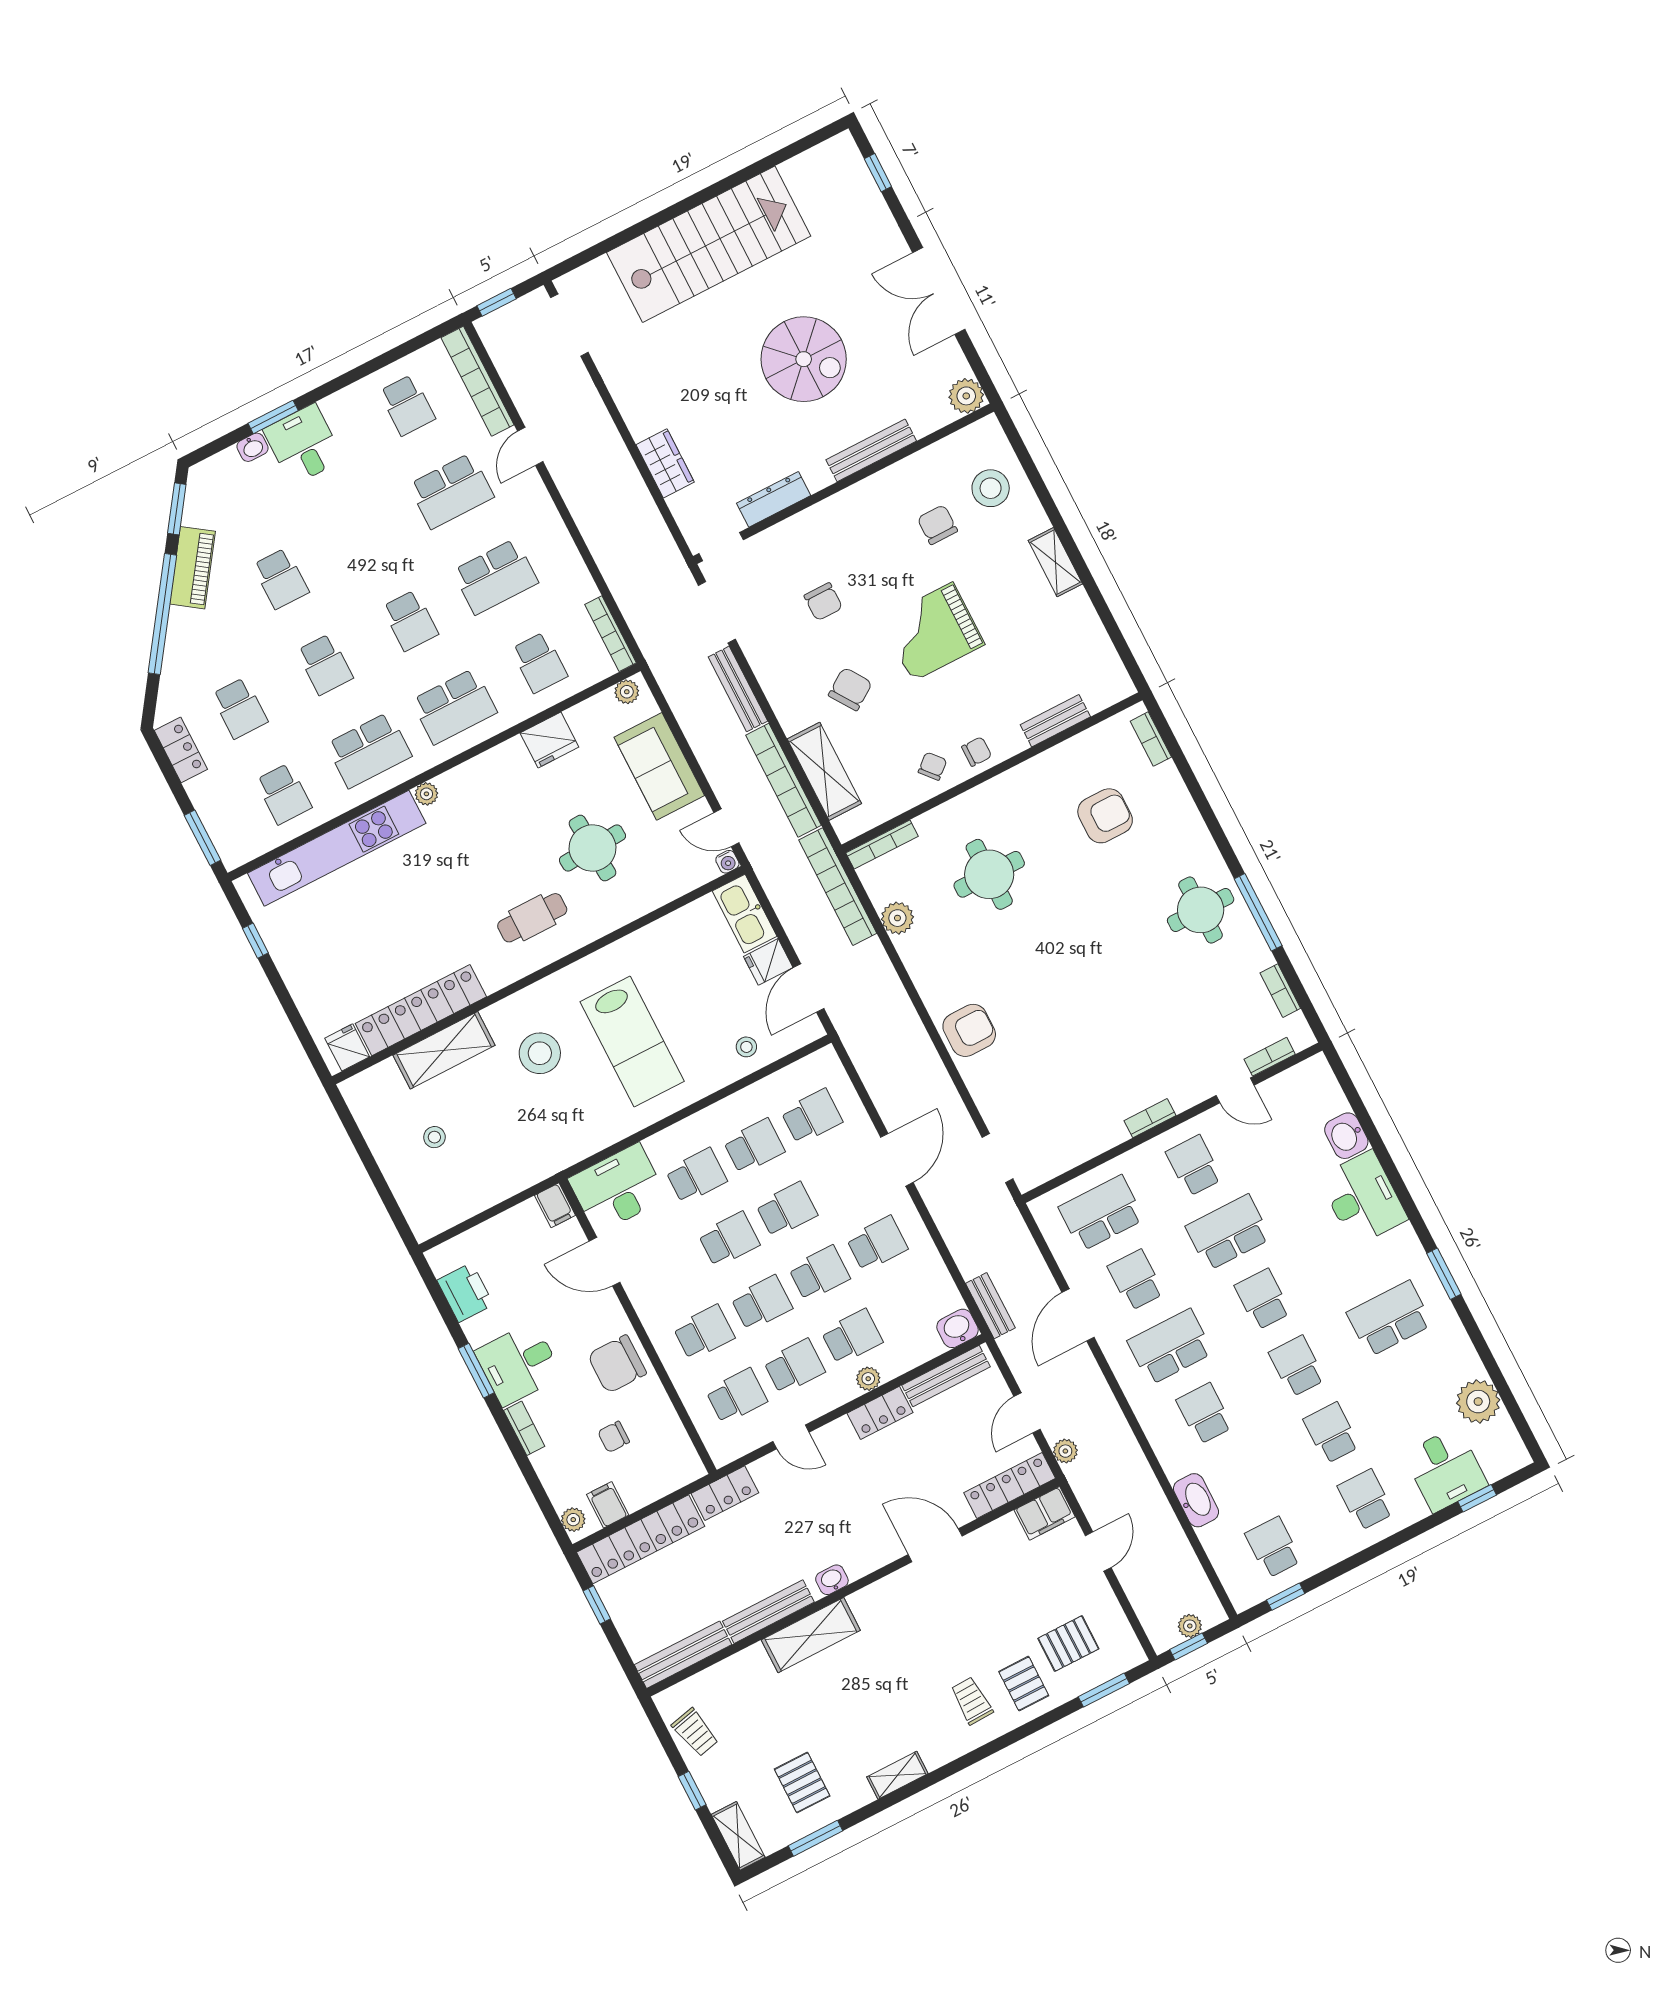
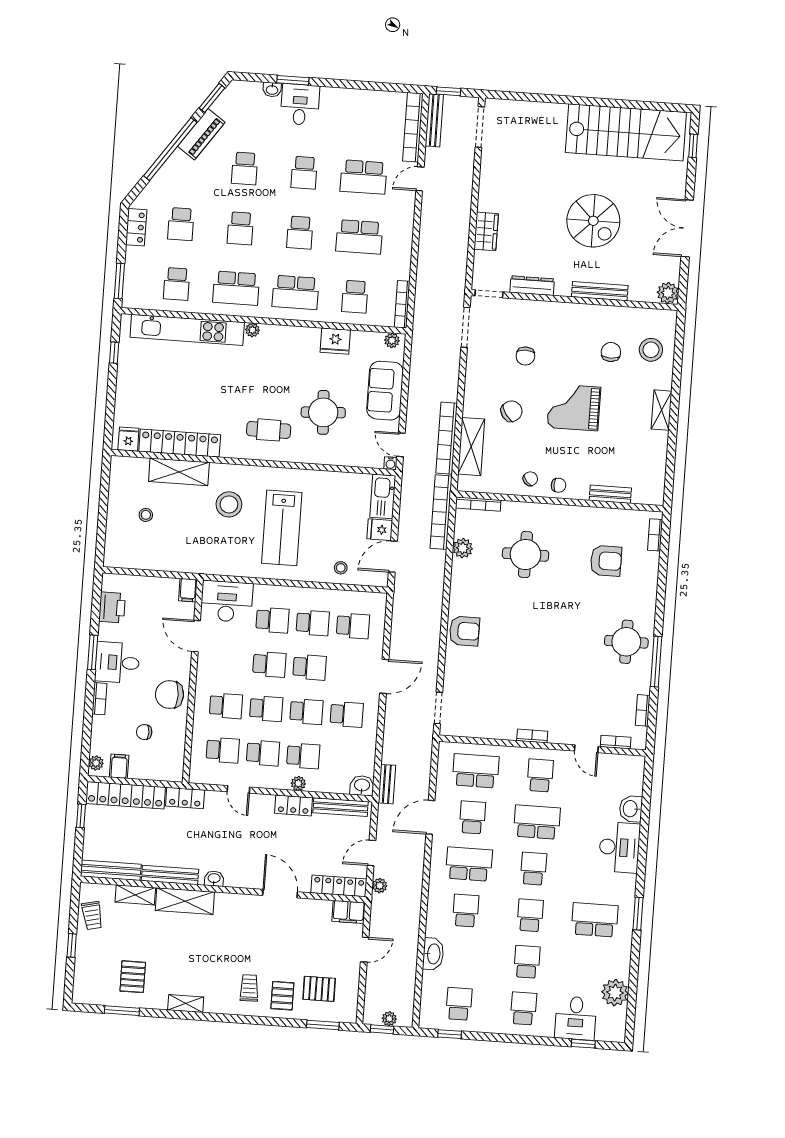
stairs: (709, 244) -> (626, 132), moved
school desk: (407, 405) -> (304, 173), moved
bench: (738, 689) -> (434, 120), moved
shelving: (738, 1836) -> (135, 895), moved, turned 90

